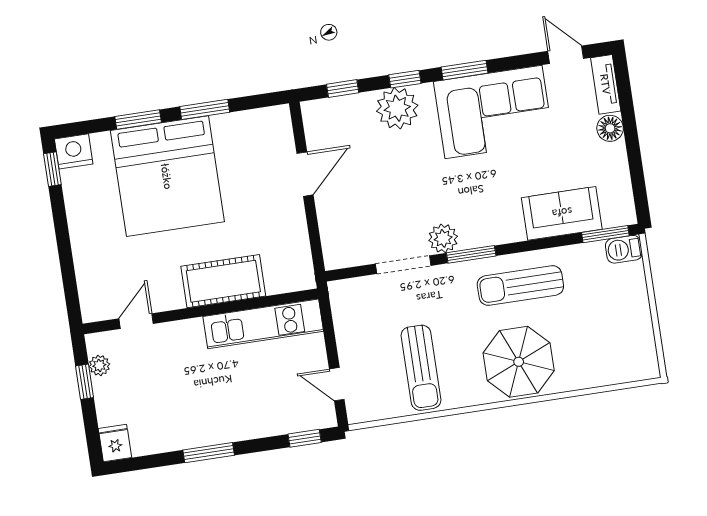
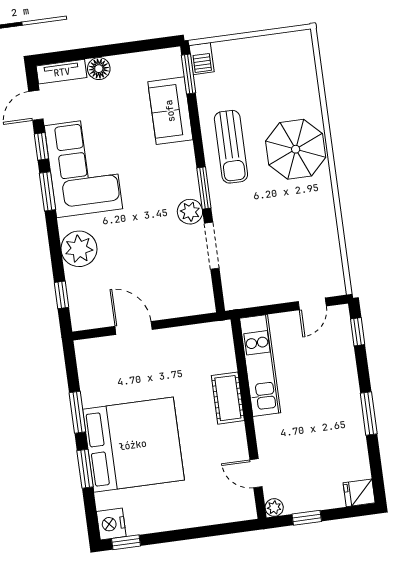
window: (405, 79) -> (41, 146), moved
cot: (223, 281) -> (228, 398), width x0.73, depth x0.75
plant: (99, 365) -> (274, 508), moved
sun lounger: (421, 368) -> (299, 232), removed

